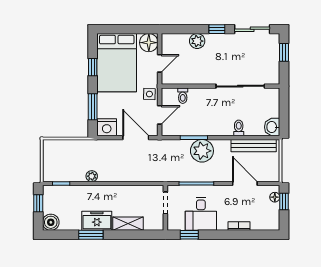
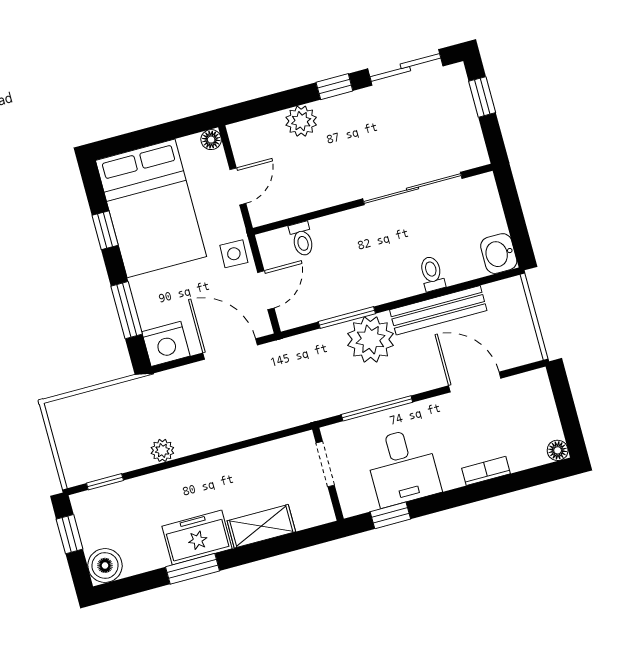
floor lamp: (149, 43) -> (211, 140), width x0.53, depth x0.53
bench: (254, 146) -> (438, 310), moved
floor lamp: (275, 197) -> (558, 450), moved
window: (284, 201) -> (563, 397), removed

